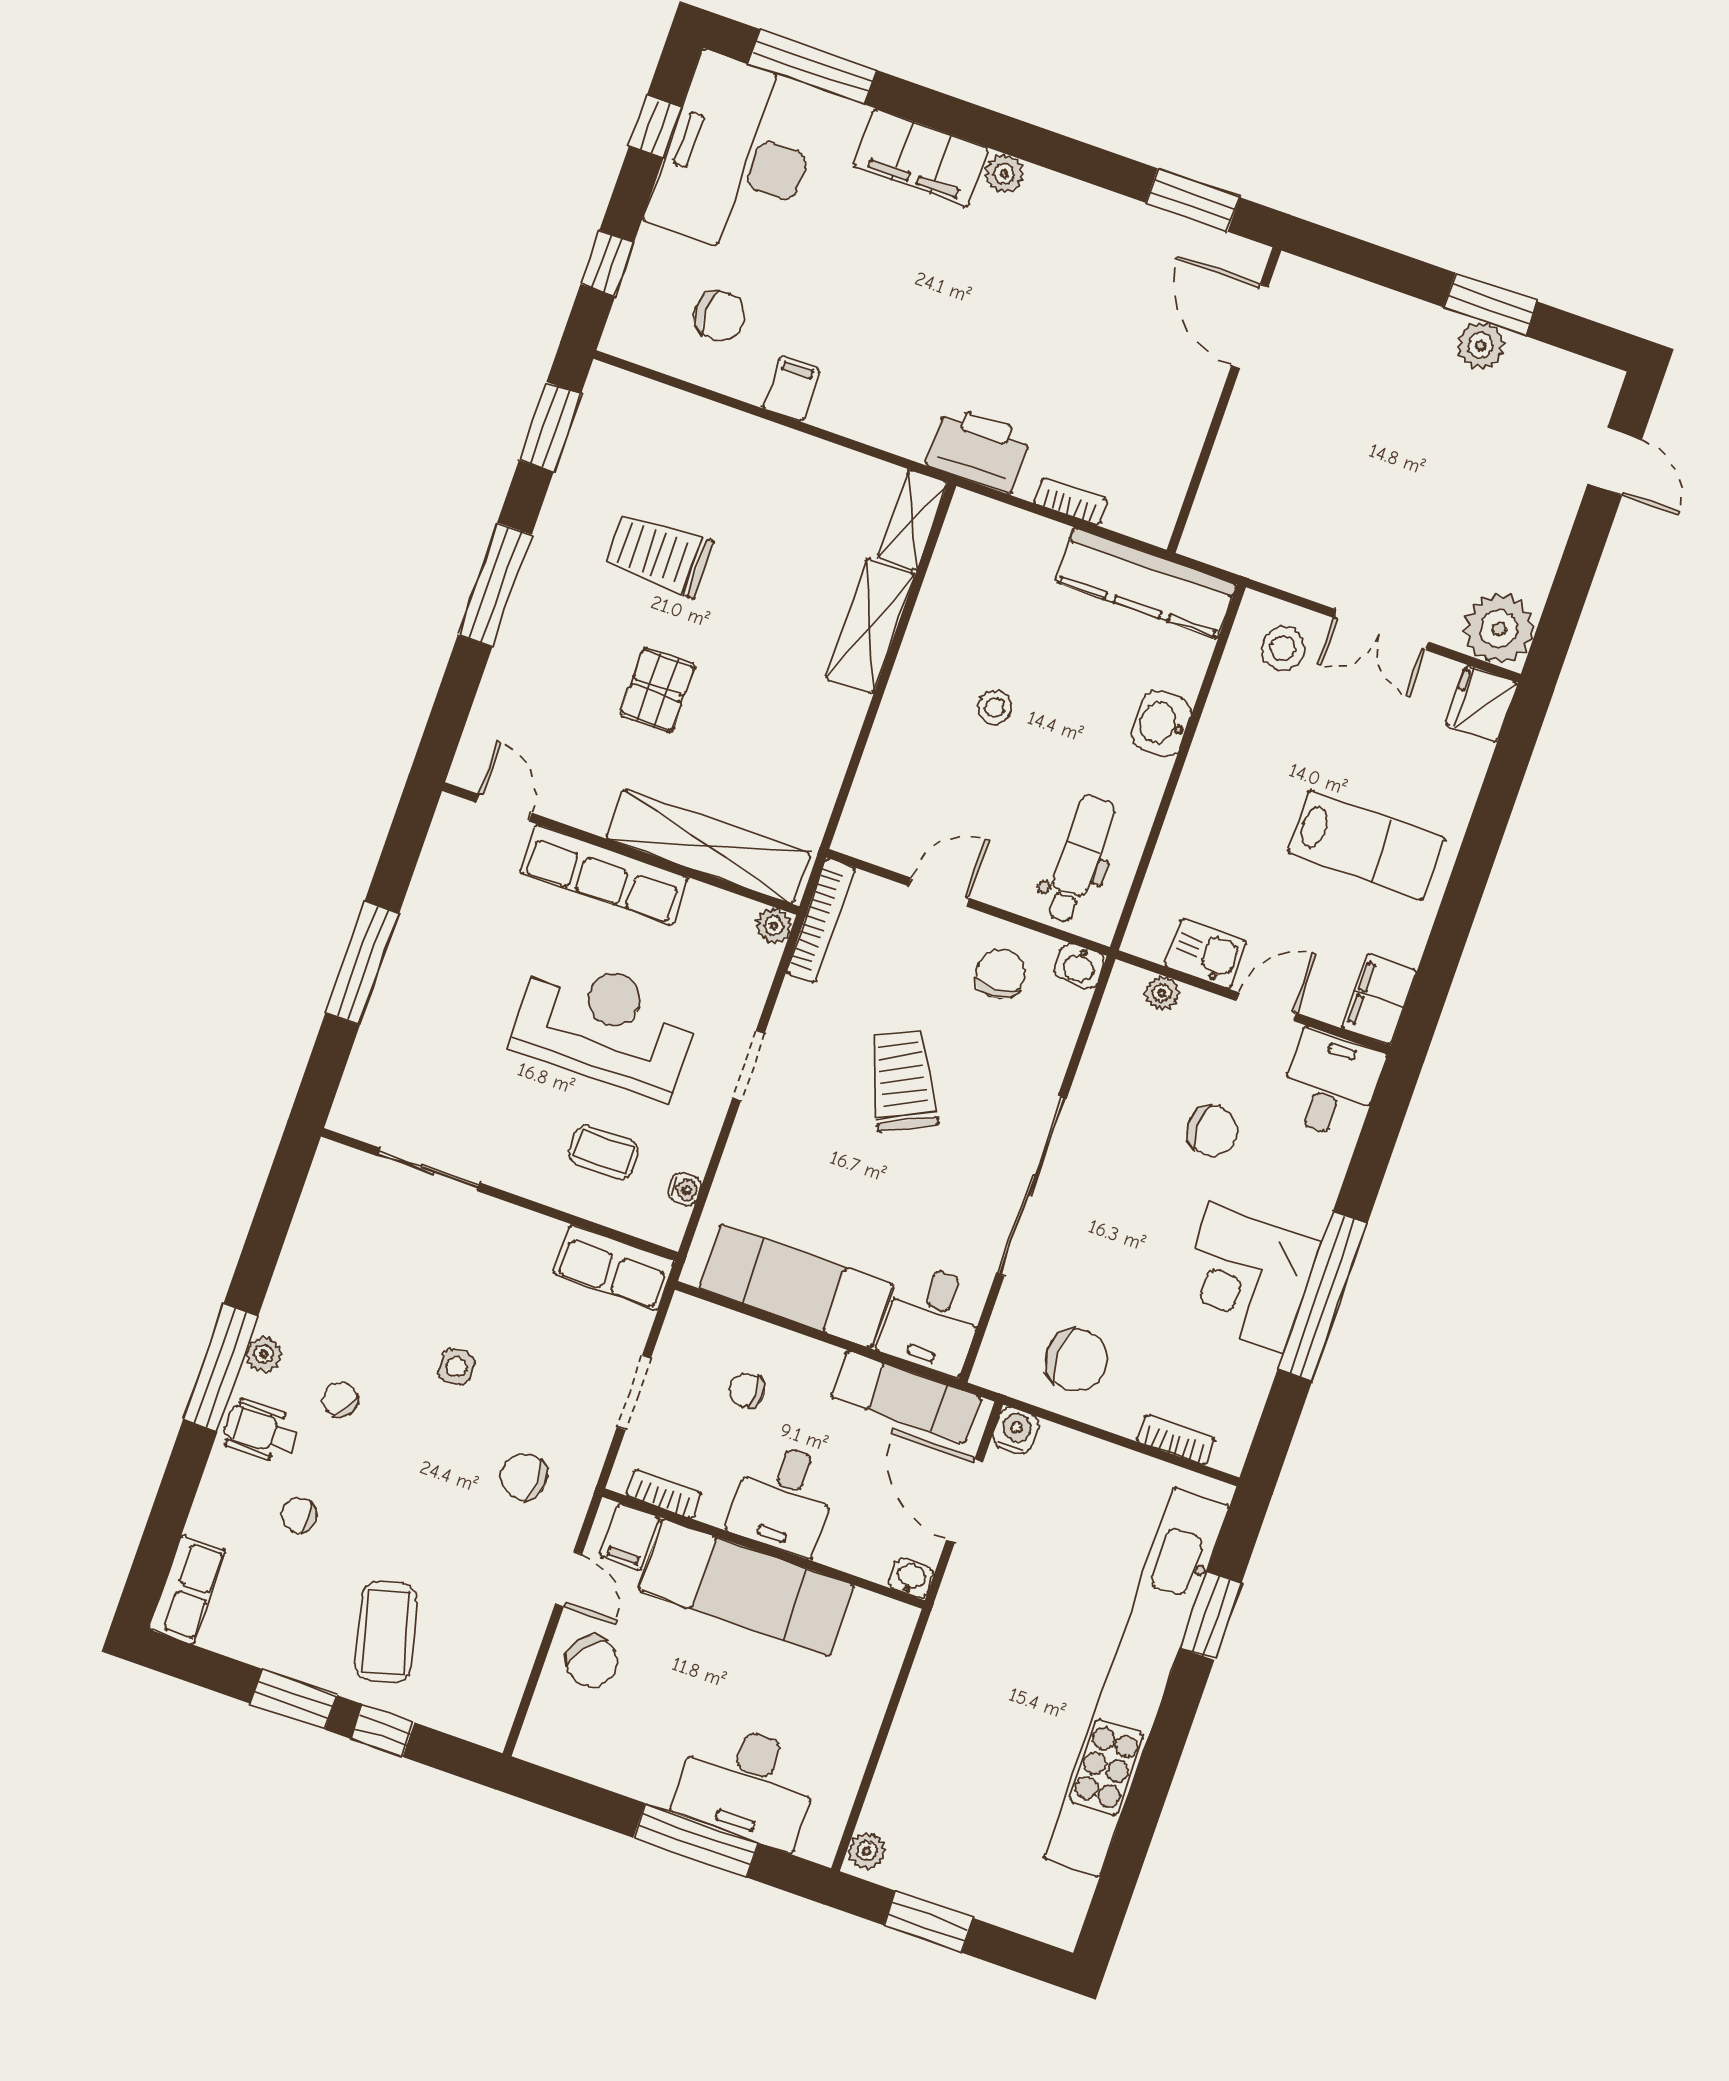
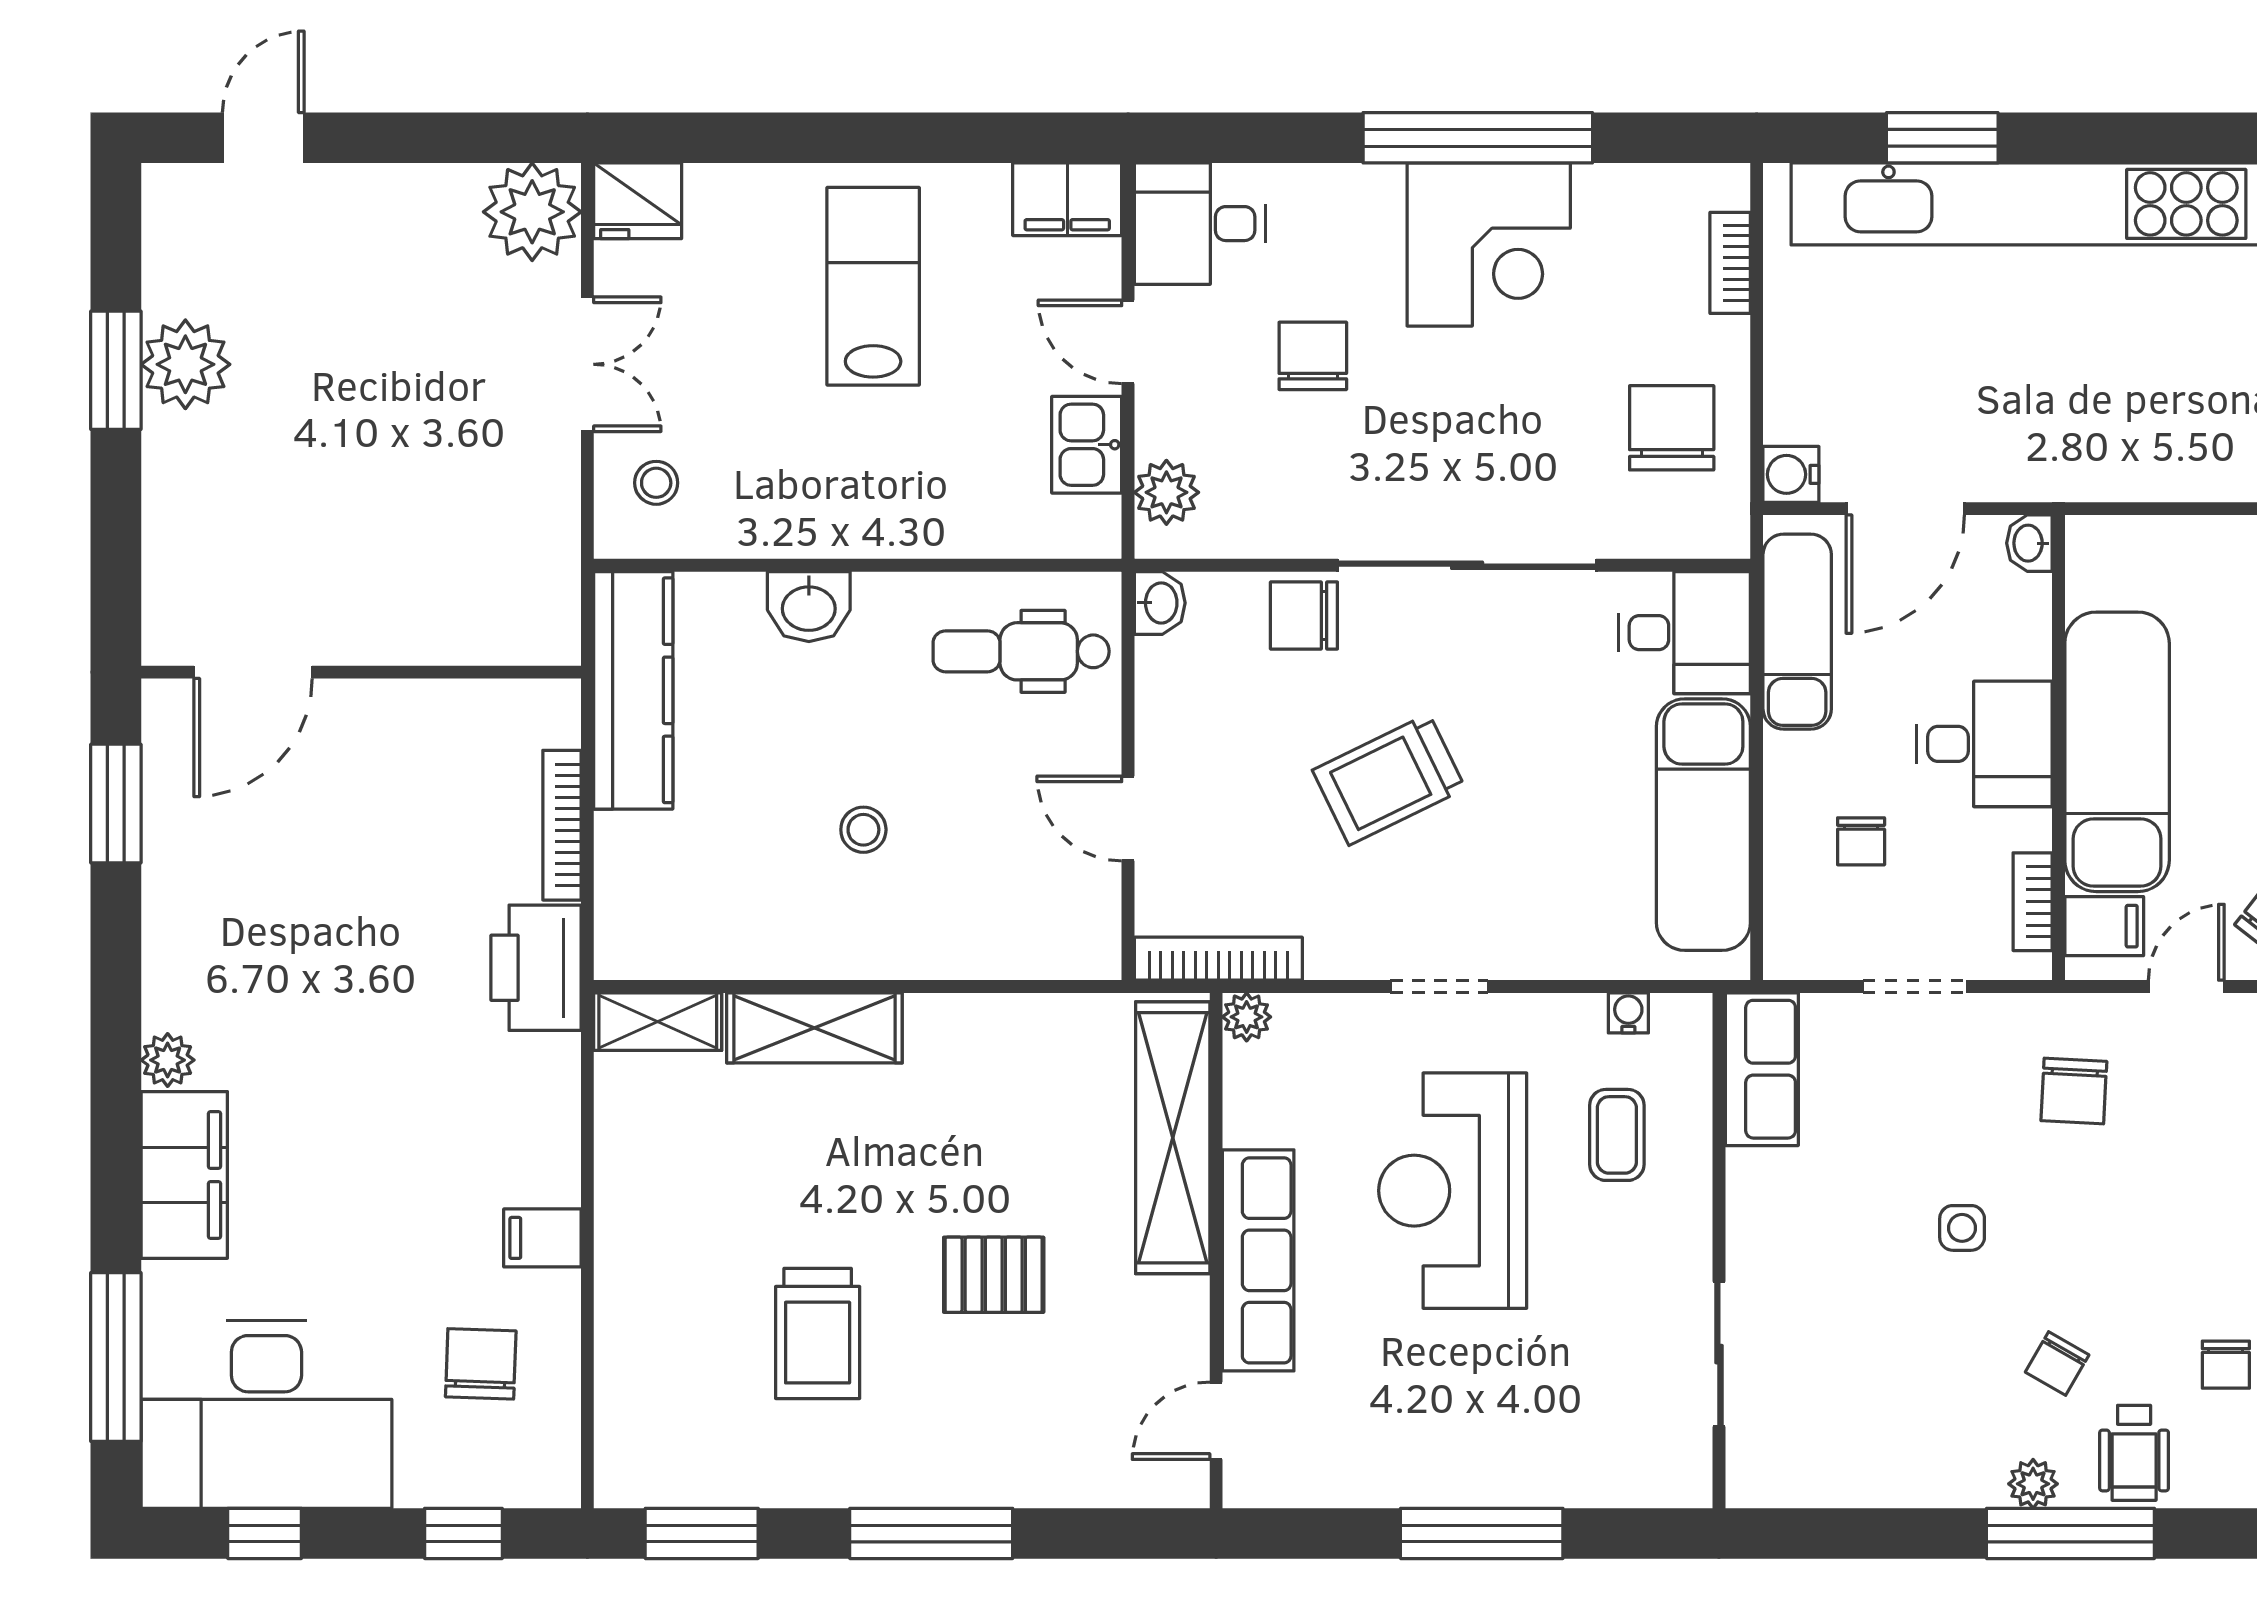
plant: (1481, 345) -> (185, 364), width x1.36, depth x1.36
bookcase: (1070, 501) -> (562, 825), width x1.56
stool: (1283, 649) -> (656, 483), width x0.73, depth x0.73
chair: (1000, 974) -> (1304, 616), moved
plant: (1162, 993) -> (1166, 492), width x1.38, depth x1.38

